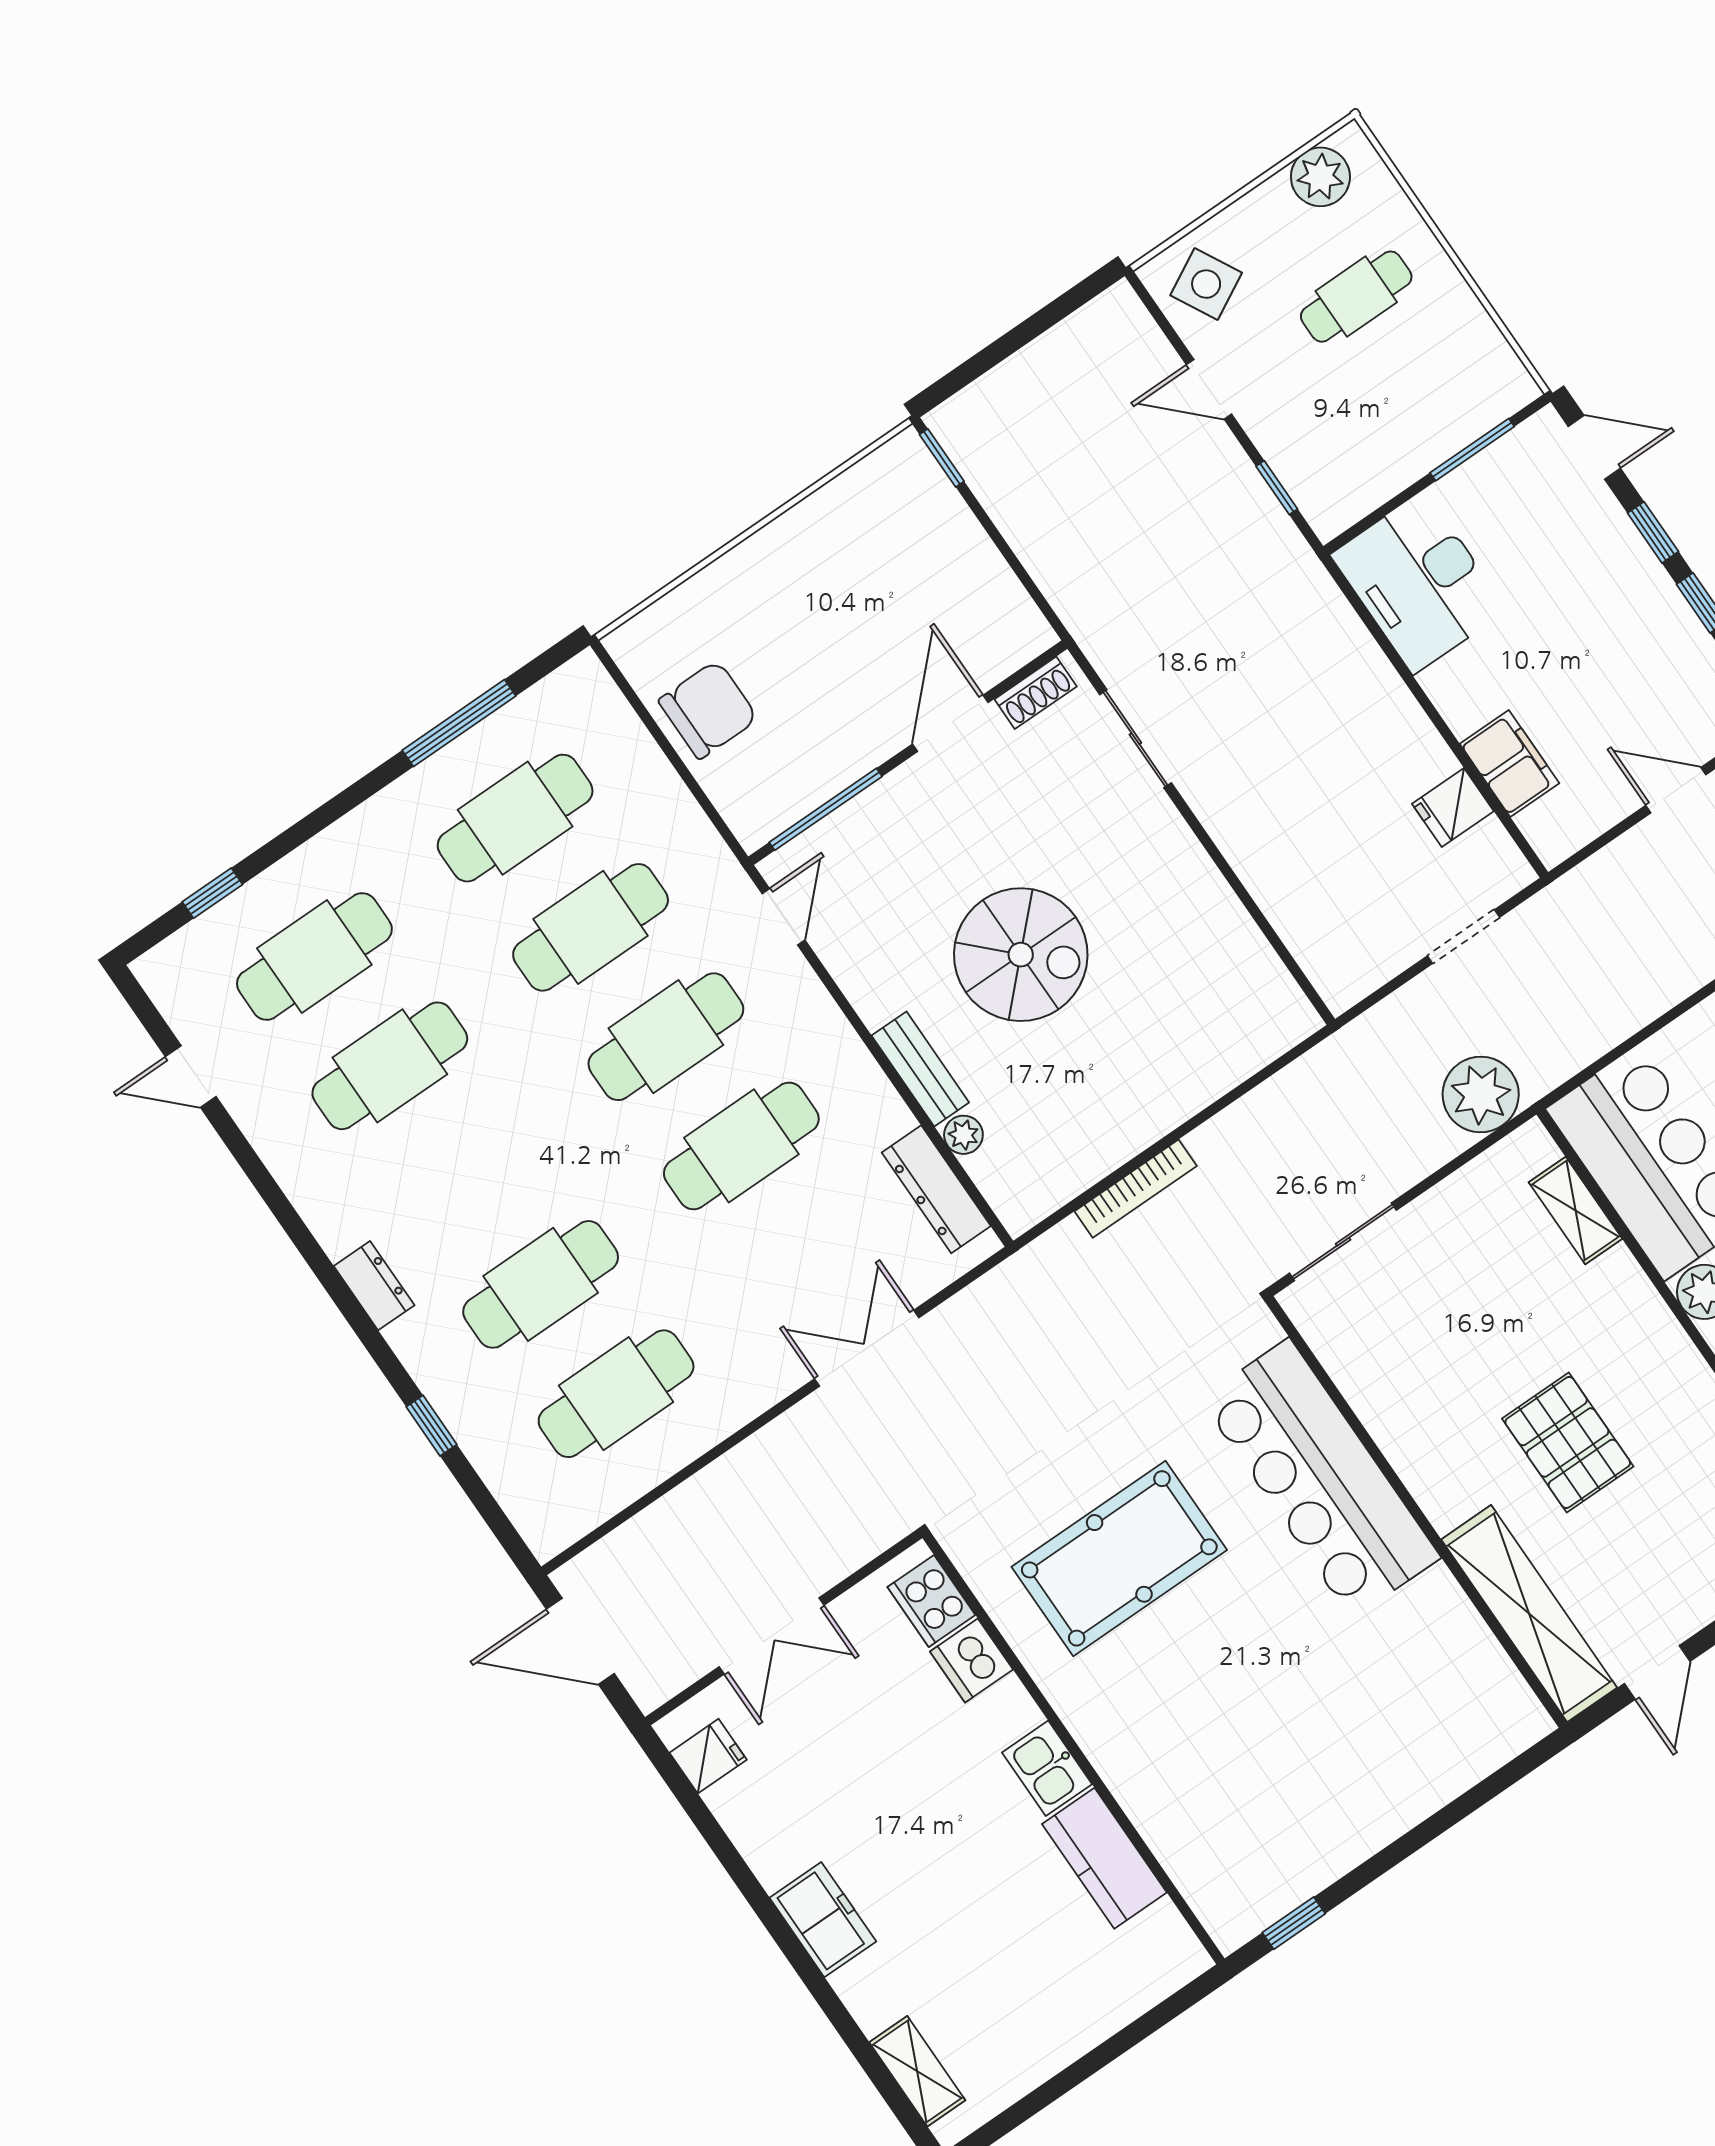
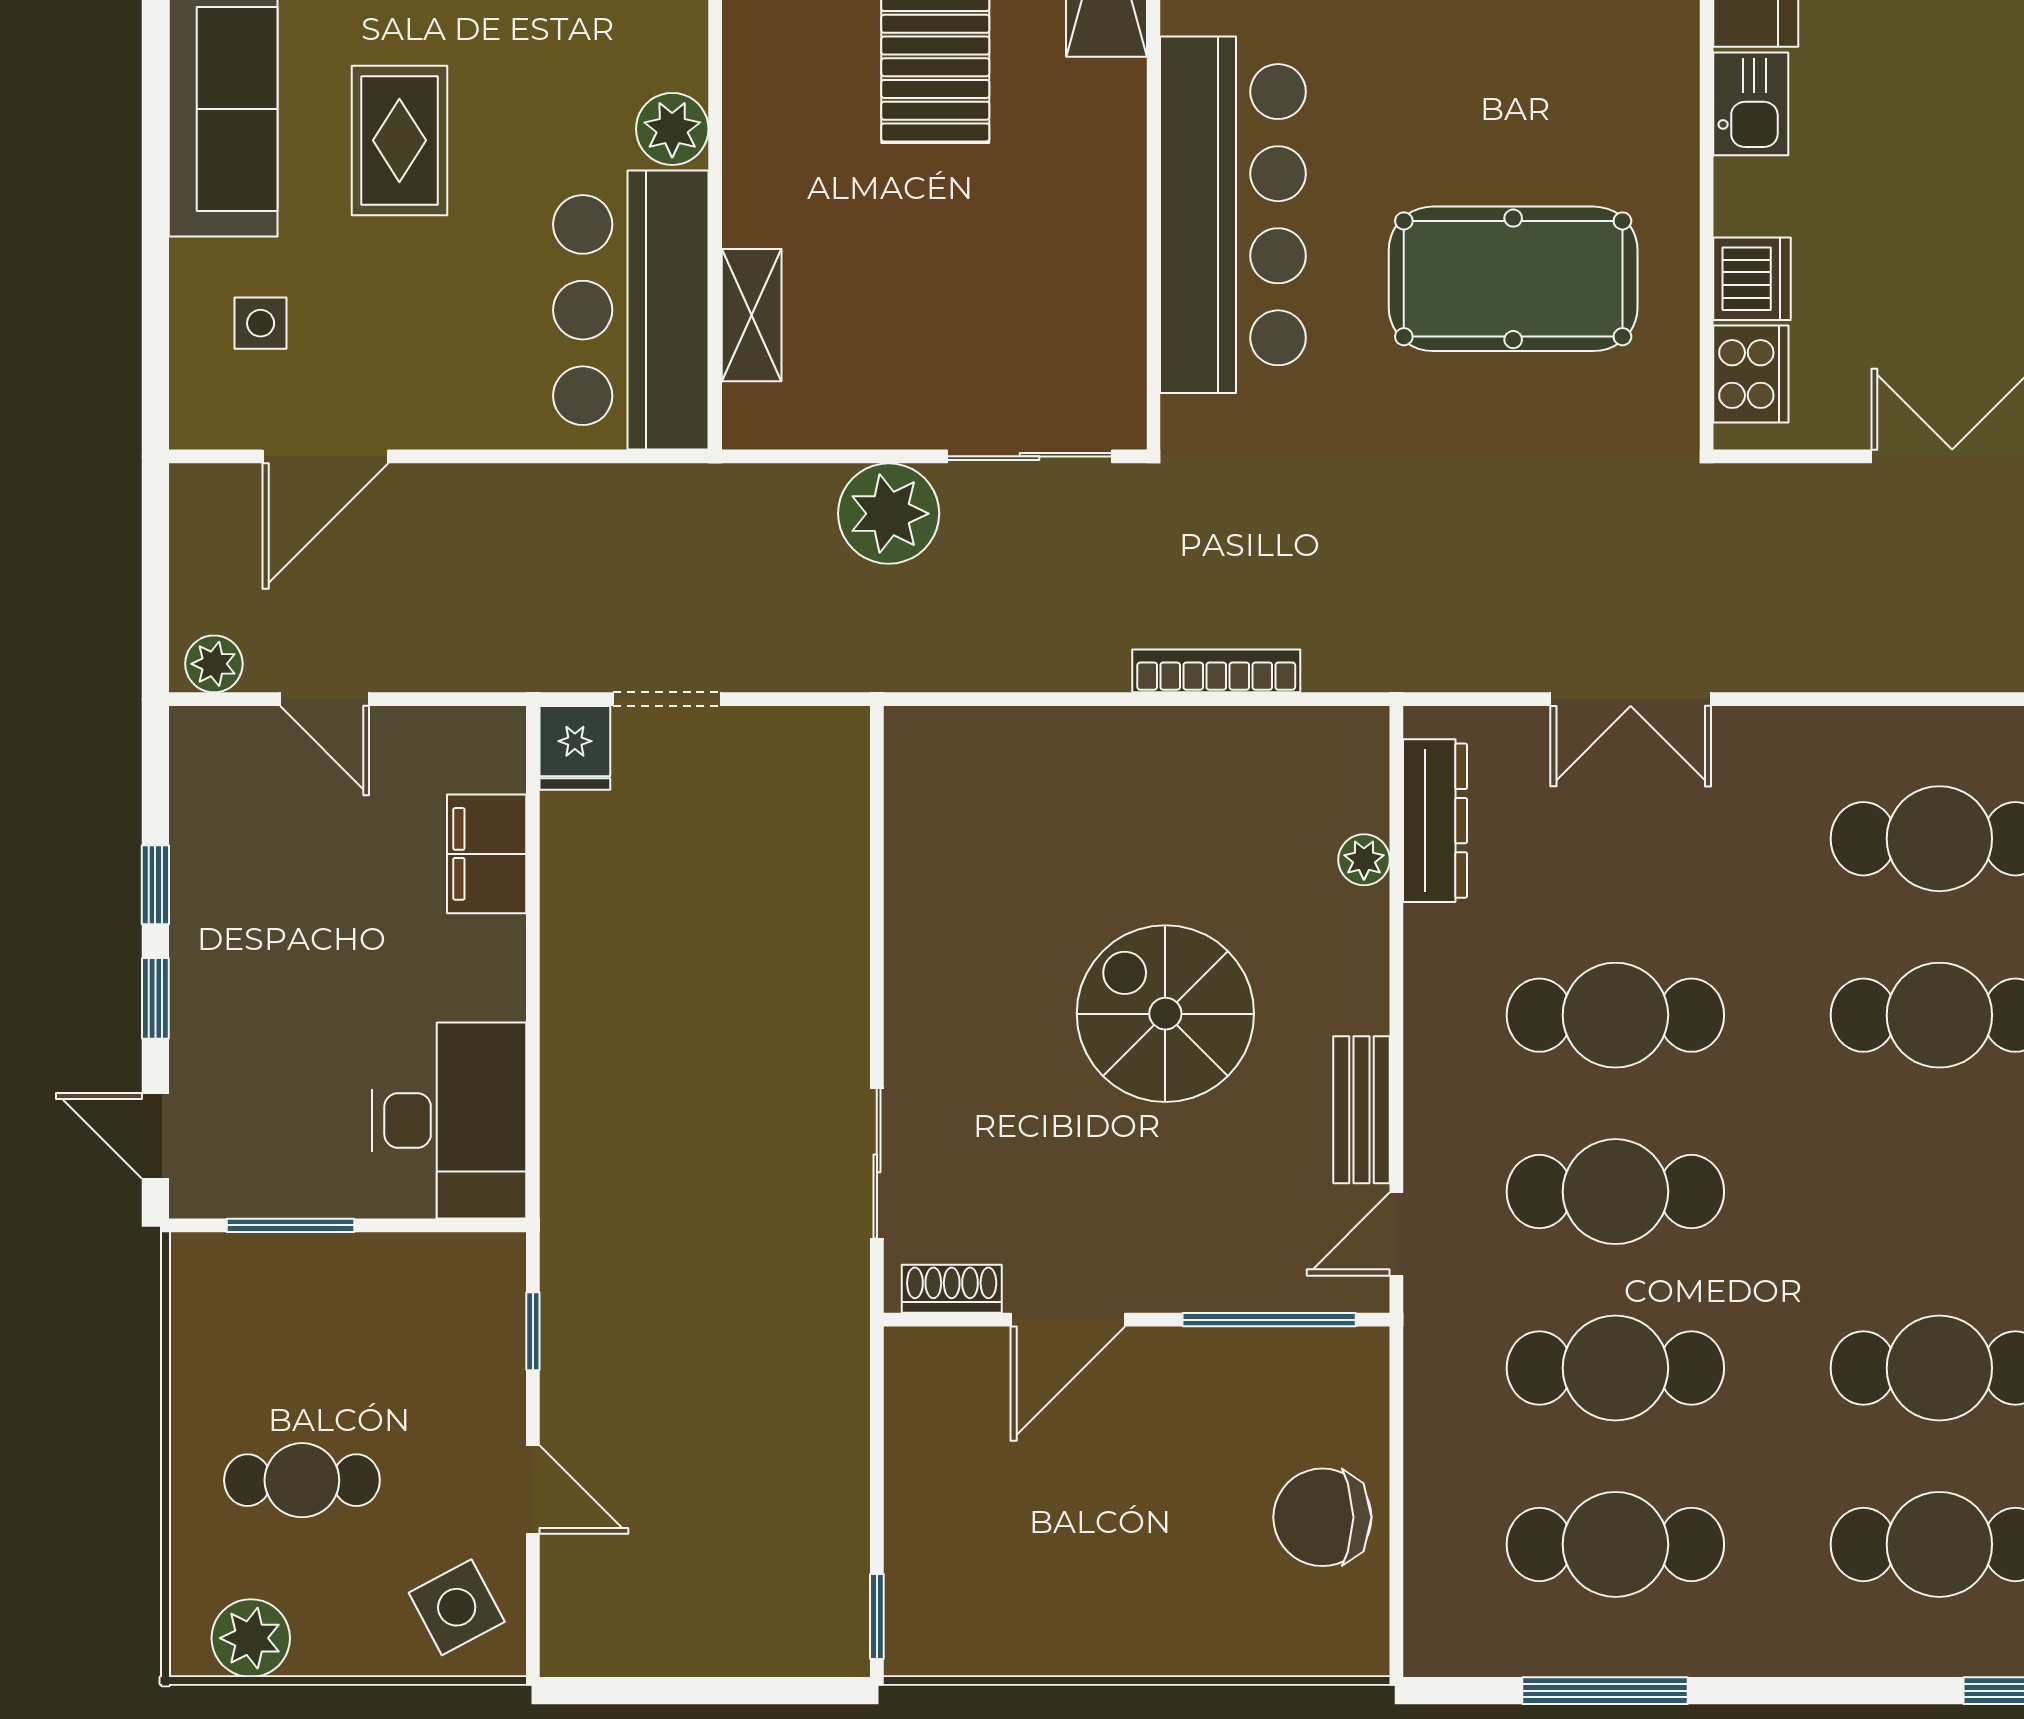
fridge: (1453, 807) -> (575, 748), moved, turned 90
bench: (920, 1069) -> (1361, 1110), moved
plant: (1481, 1095) -> (889, 514), moved

